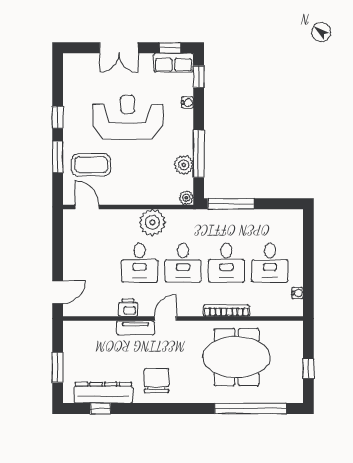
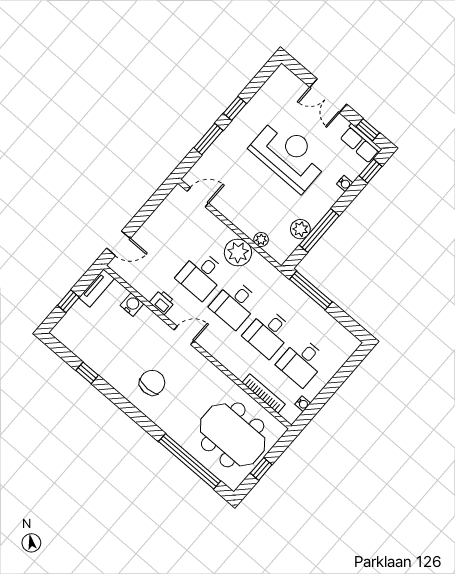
coffee table: (91, 165) -> (229, 167), removed
plant: (186, 198) -> (261, 239), moved
door: (87, 207) -> (198, 197), hinge flipped
bookcase: (226, 310) -> (264, 393), moved
tv unit: (136, 328) -> (97, 288), moved, turned -90
water cooler: (107, 329) -> (132, 305), added
meeting table: (236, 357) -> (233, 435), moved
window: (58, 367) -> (68, 301), width x0.67
chair: (156, 381) -> (152, 383), moved
dresser: (103, 393) -> (87, 351), removed
window: (100, 408) -> (87, 373), moved

